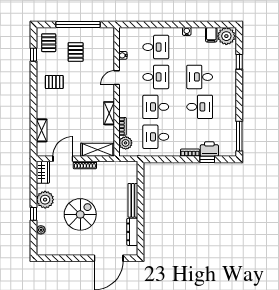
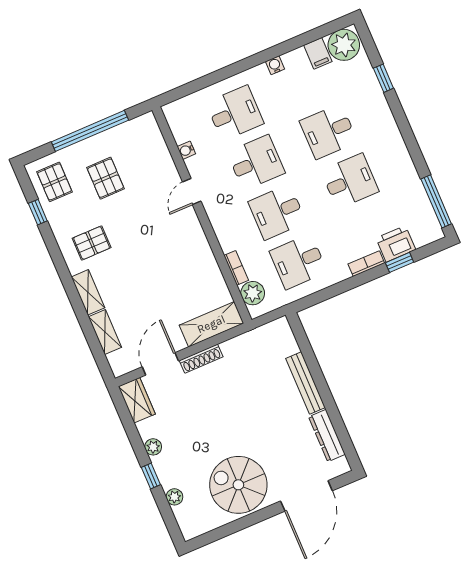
shelving: (109, 113) -> (88, 292), moved
plant: (45, 200) -> (153, 447), width x0.53, depth x0.53
spiral stairs: (80, 214) -> (238, 485), moved, turned -90

